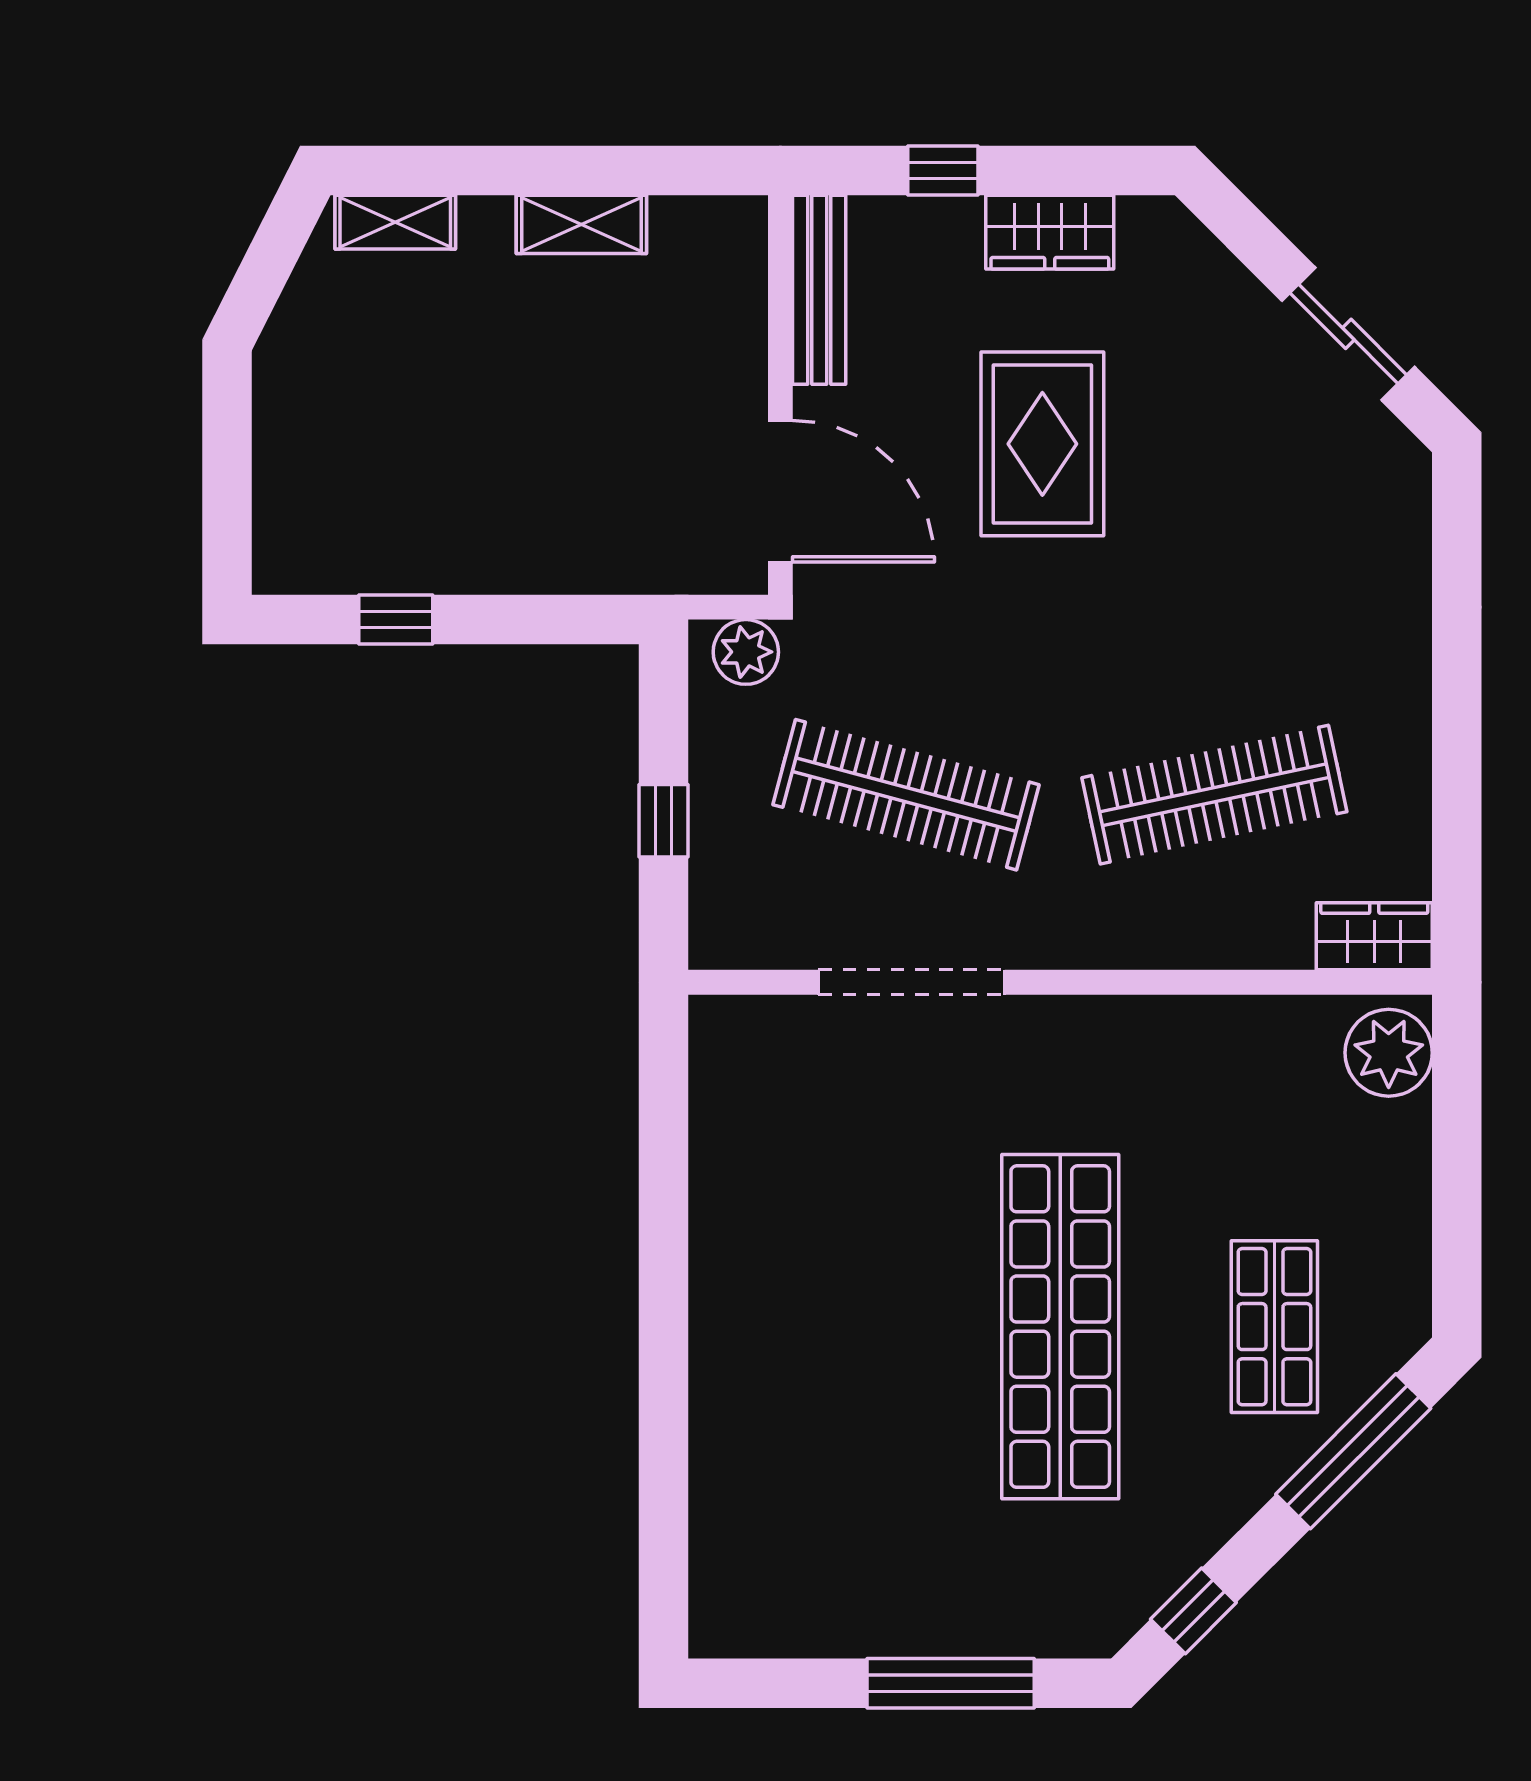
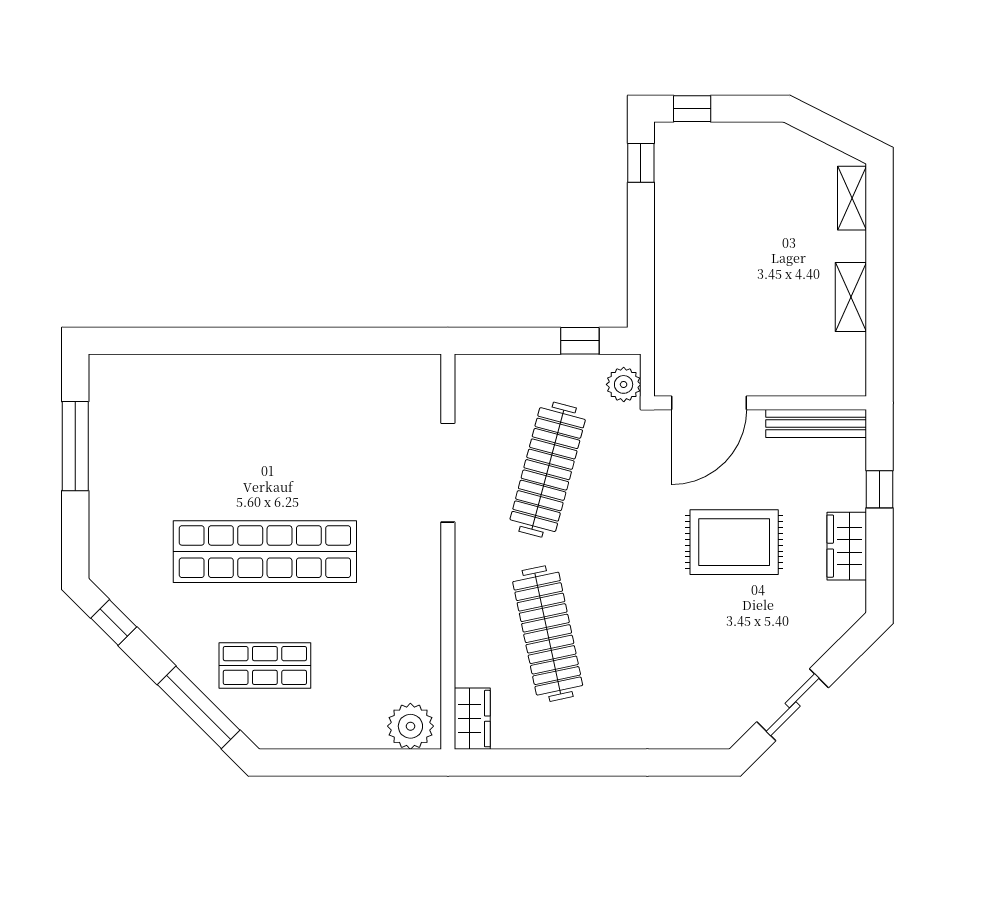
window: (227, 523) -> (692, 109), added
window: (396, 619) -> (641, 163), moved
window: (664, 821) -> (580, 341), moved
window: (951, 1683) -> (75, 446), moved

